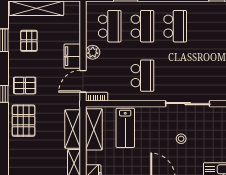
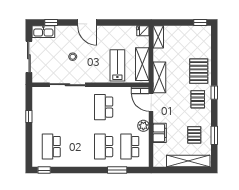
school desk: (175, 26) -> (51, 147), moved
filing cabinet: (72, 56) -> (160, 133), moved
door: (83, 81) -> (151, 103), swing flipped
pallet: (25, 85) -> (198, 99), turned 90
shelving: (73, 129) -> (159, 77), moved

